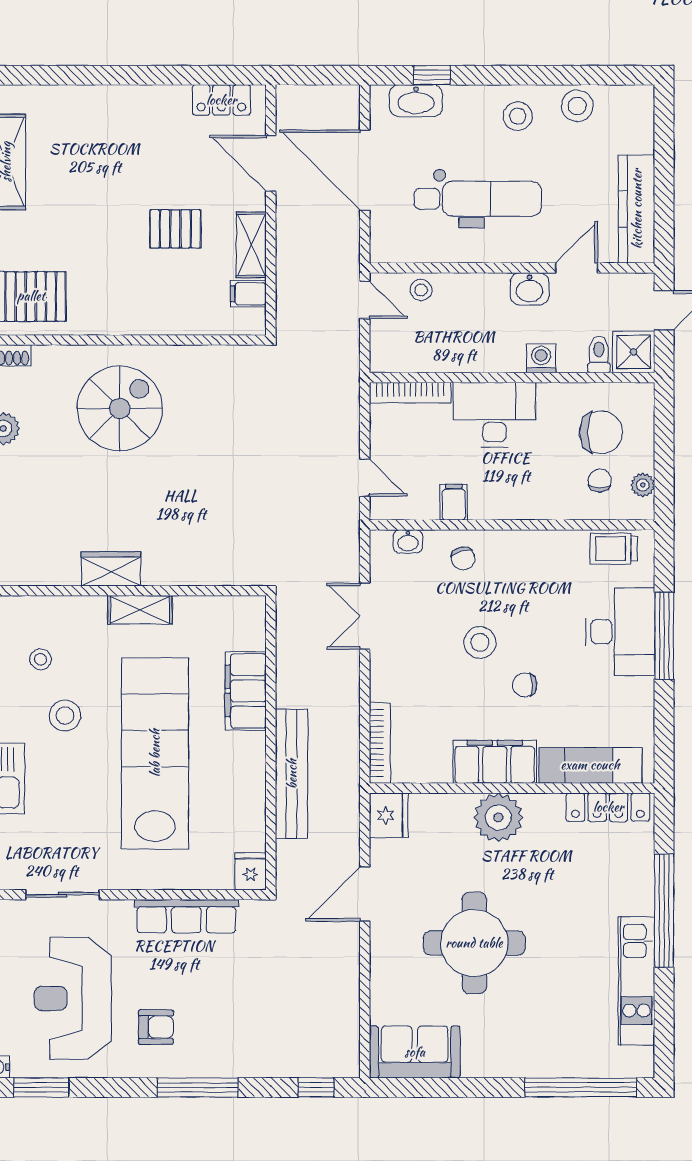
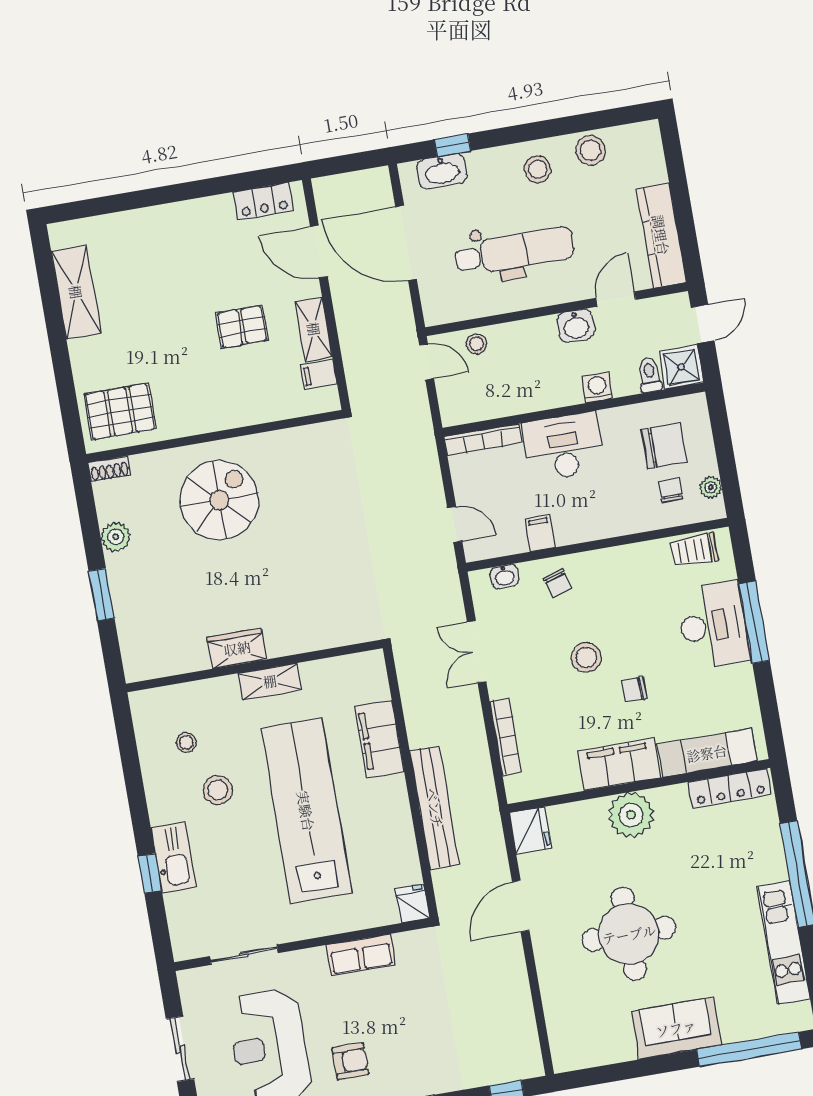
bookcase: (380, 743) -> (506, 737), moved
row of seats: (186, 916) -> (361, 955), width x0.68
sofa: (415, 1052) -> (676, 1028), moved

